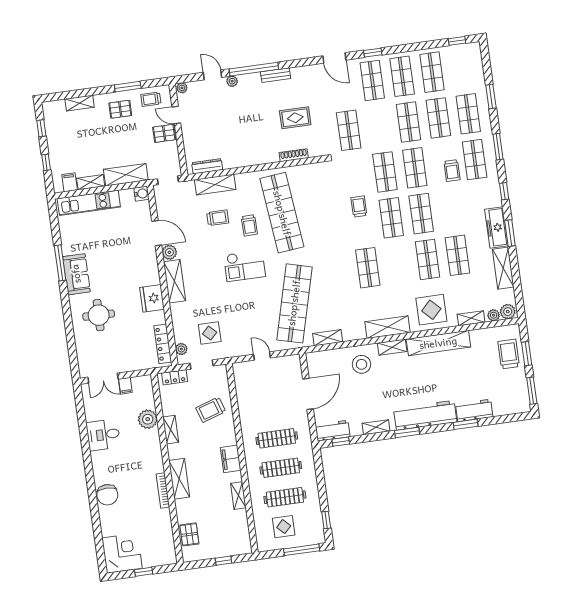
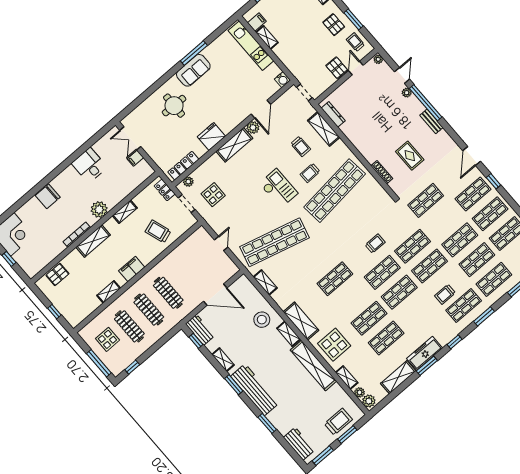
shelving: (126, 175) -> (289, 59), removed
checkout: (245, 266) -> (278, 188), turned 180
workbench: (474, 410) -> (299, 444), moved
plant: (148, 419) -> (99, 209), moved

